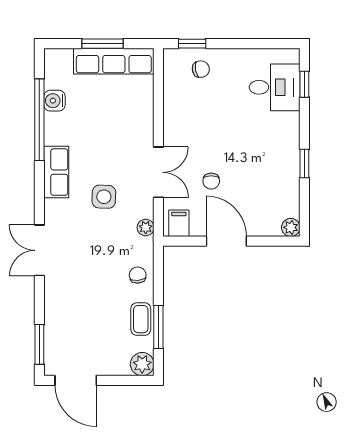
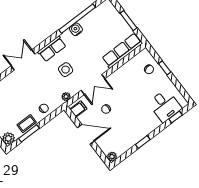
window: (192, 44) -> (165, 68), moved
row of seats: (114, 61) -> (122, 51), moved, turned 90
water cooler: (54, 101) -> (76, 29), moved
row of seats: (56, 172) -> (52, 49), moved
door: (226, 241) -> (86, 134), hinge flipped

